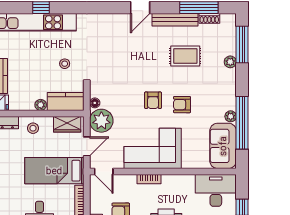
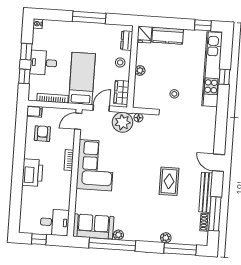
rug: (185, 56) -> (169, 181), moved
armchair: (153, 100) -> (137, 168), removed
kitchen counter: (66, 101) -> (141, 92), removed
armchair: (182, 105) -> (132, 193), removed
door: (87, 146) -> (101, 108), swing flipped
desk: (216, 190) -> (55, 222), width x0.73

